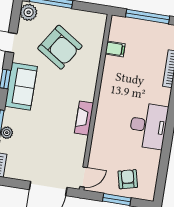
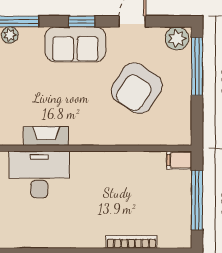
filing cabinet: (115, 49) -> (179, 160), moved, turned 90
desk: (148, 126) -> (39, 174), moved, turned 180

